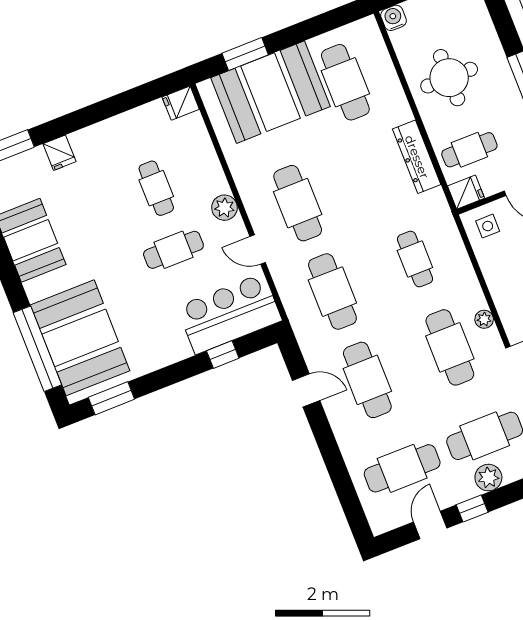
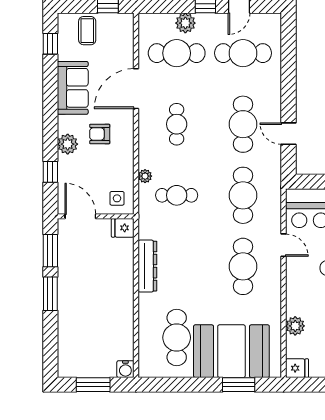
round table: (449, 78) -> (103, 312), removed
cafe table: (469, 150) -> (109, 256), removed
plant: (224, 208) -> (295, 326), moved
cafe table: (415, 259) -> (177, 195), turned 90
plant: (484, 319) -> (145, 176), moved
cafe table: (450, 347) -> (177, 124), width x0.73, depth x0.74

